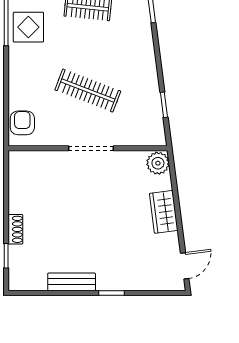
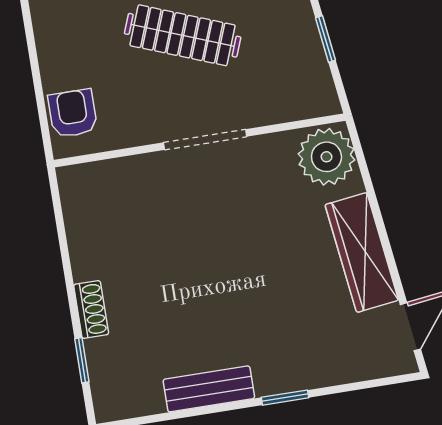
plant: (158, 163) -> (326, 157), width x1.36, depth x1.36
wardrobe: (164, 212) -> (362, 252), width x1.50

